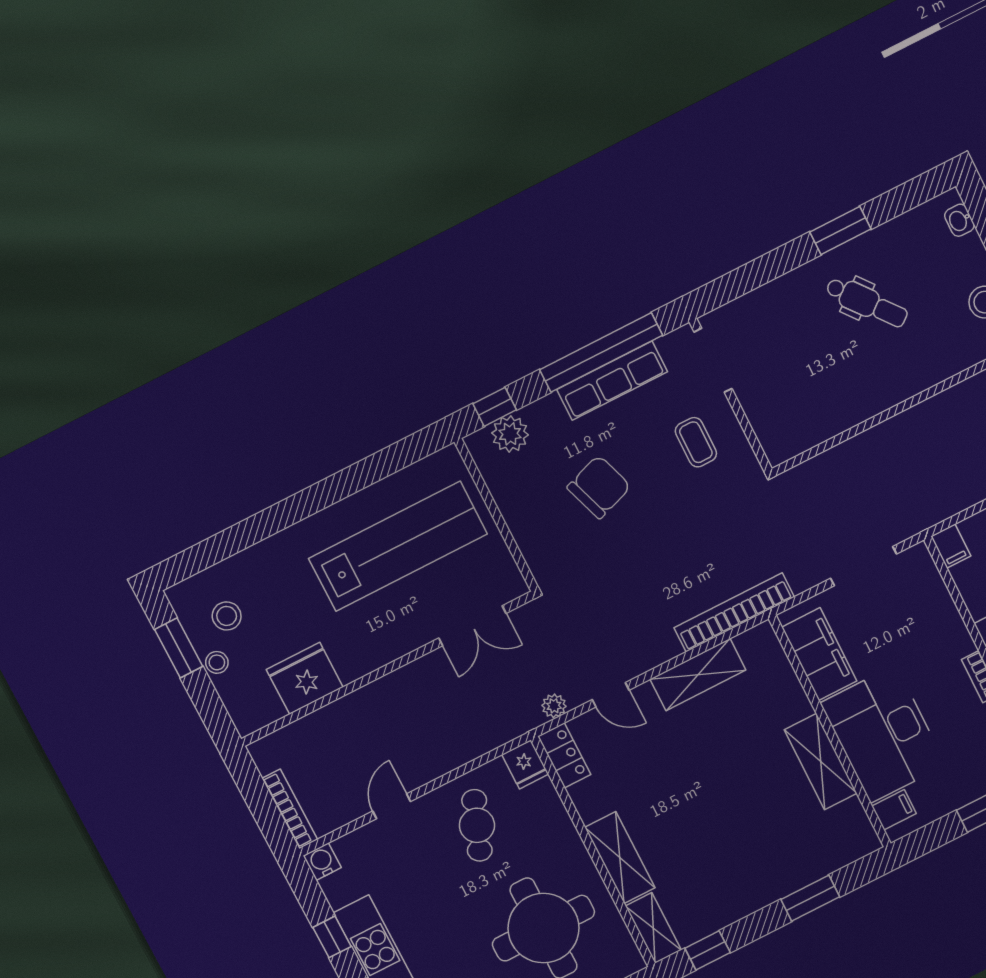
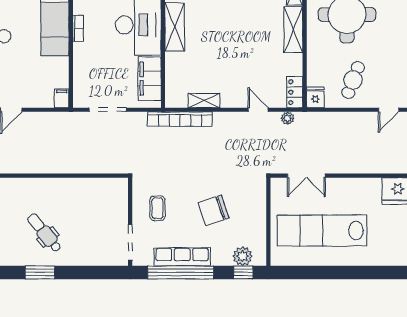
double door: (472, 626) -> (306, 176), swing flipped
shelving: (698, 675) -> (204, 101), width x0.67, depth x0.75

